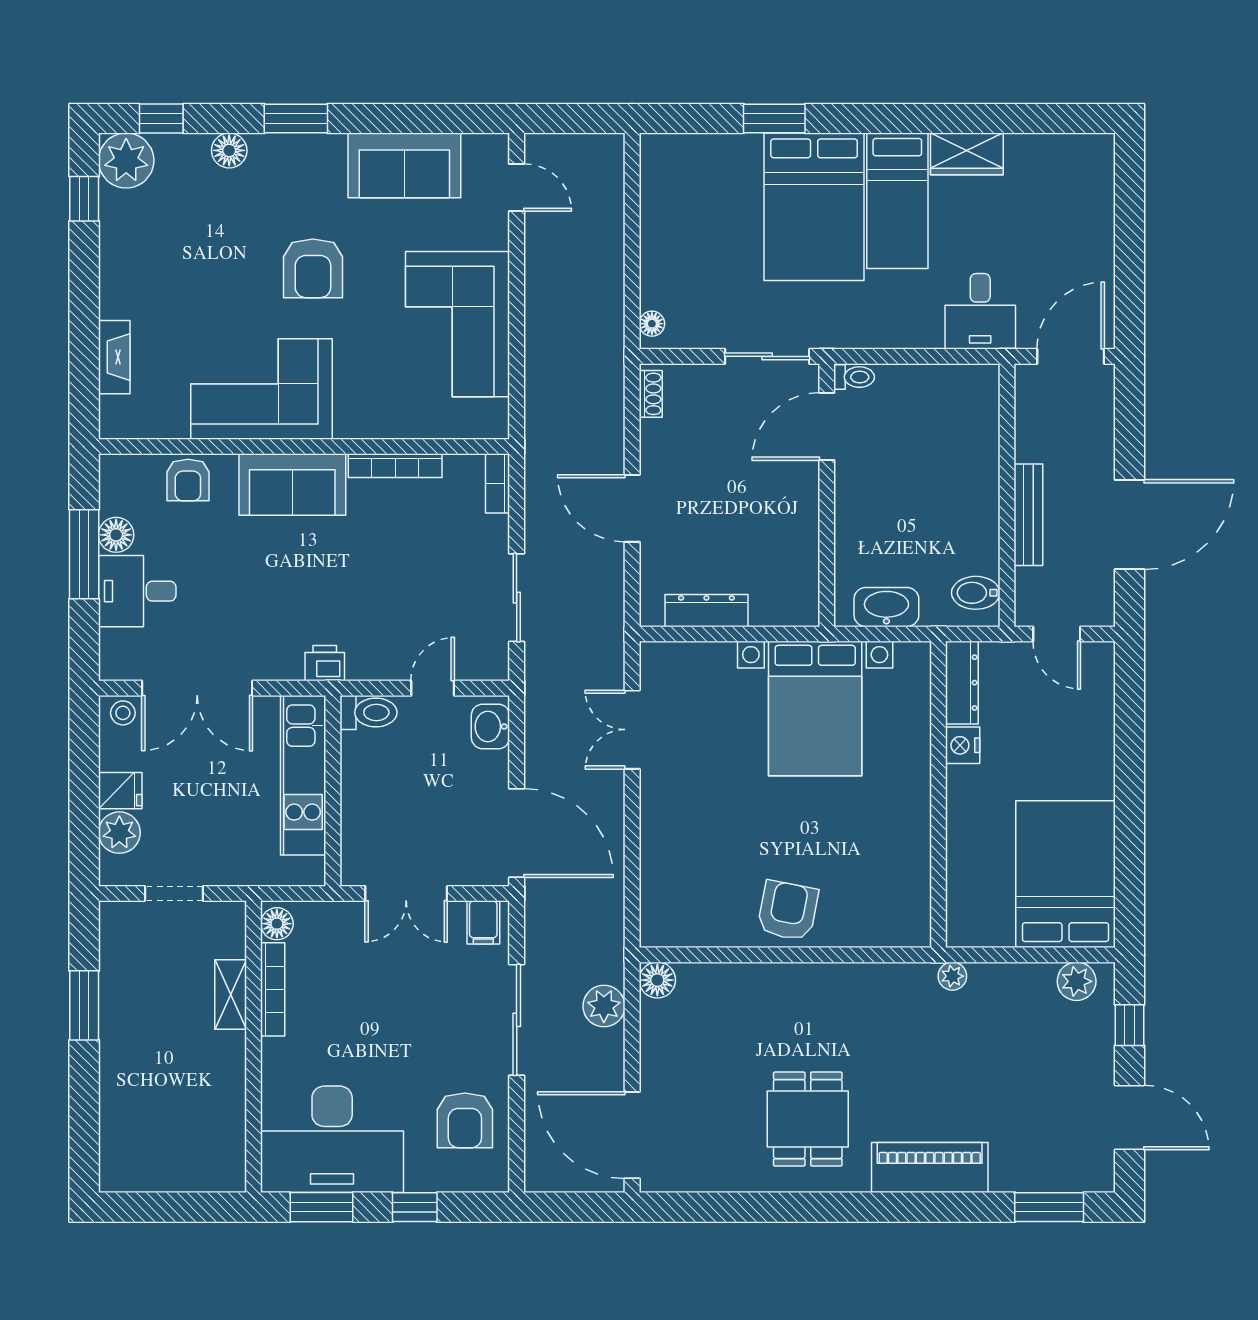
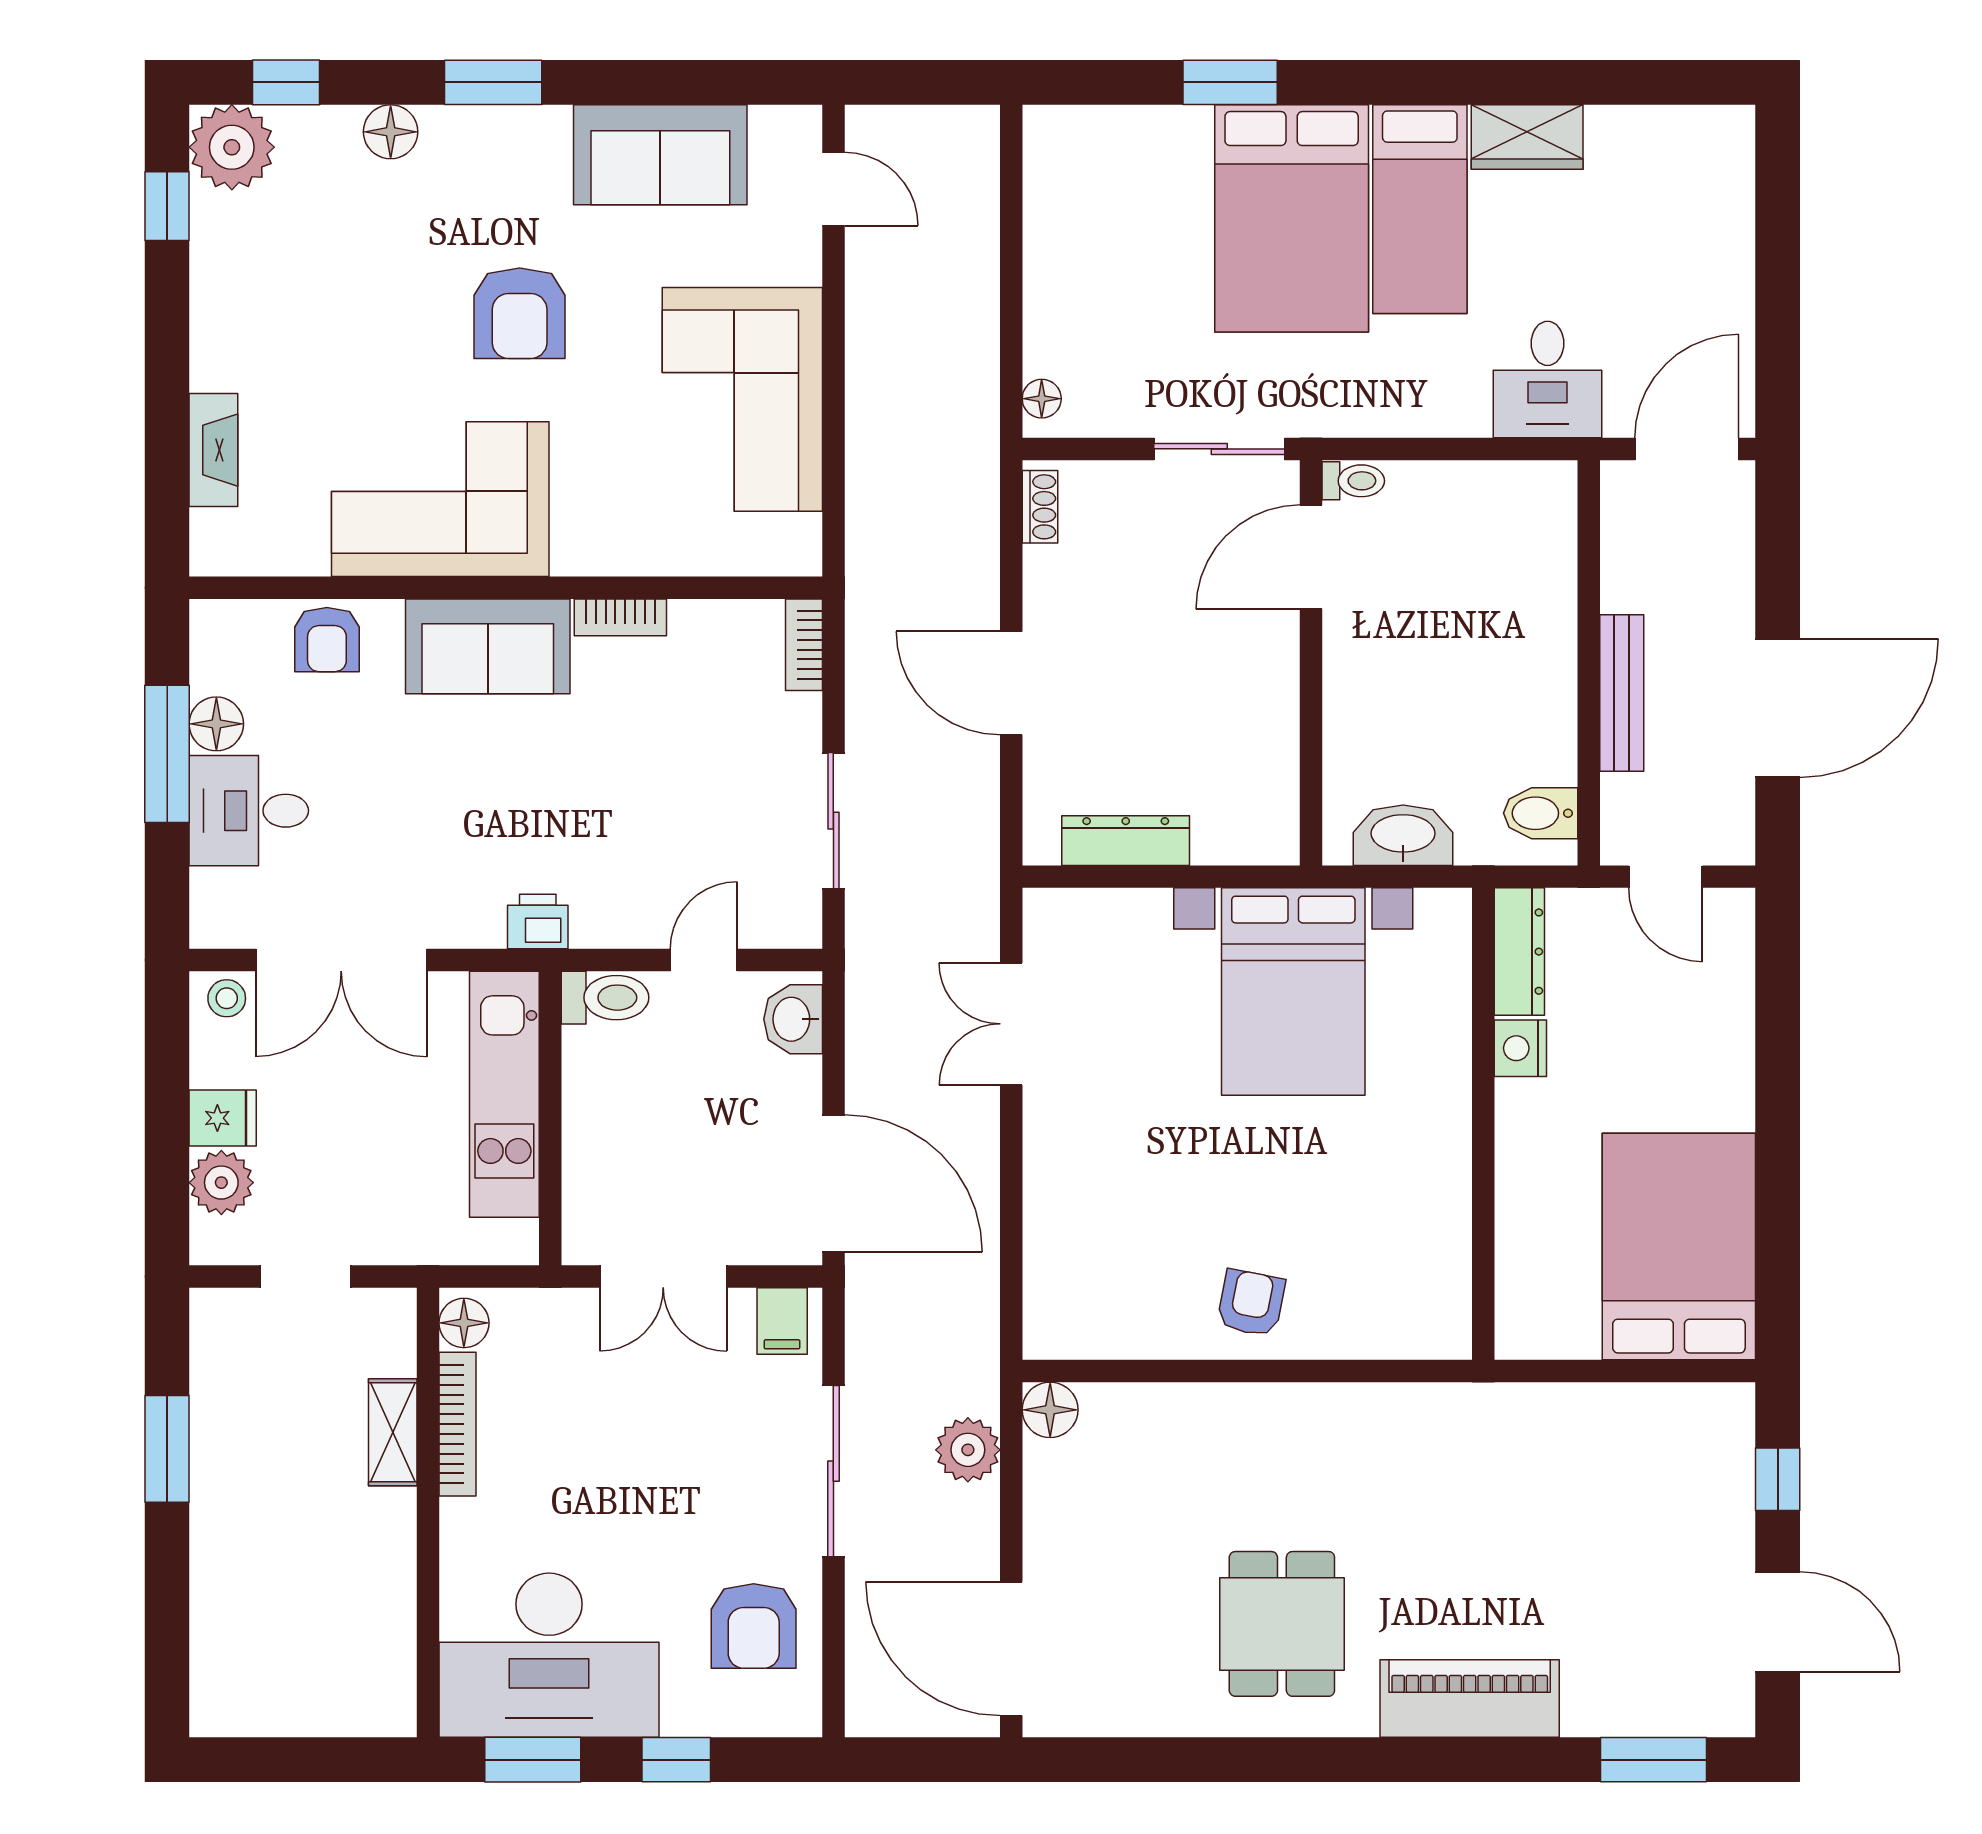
bookcase: (395, 466) -> (620, 617), width x0.64
armchair: (788, 911) -> (1251, 1303), width x0.72, depth x0.72
plant: (952, 976) -> (1505, 1404), removed
plant: (1077, 981) -> (1696, 1412), removed

